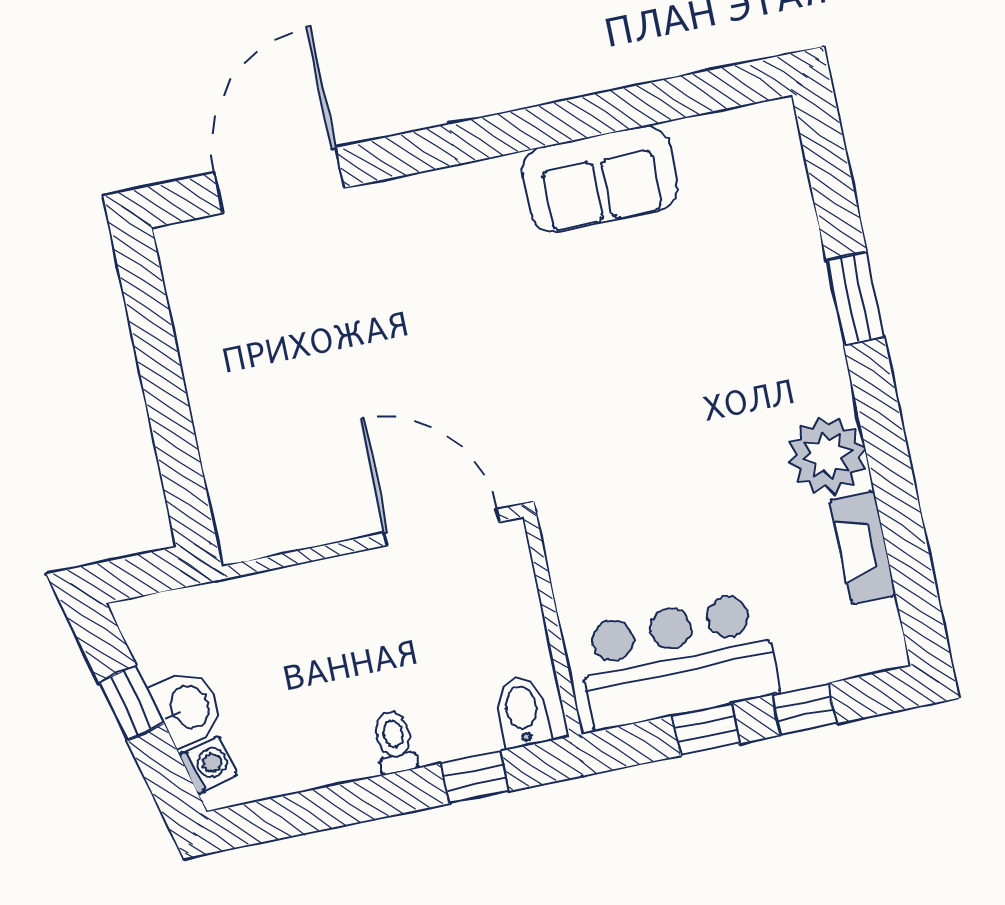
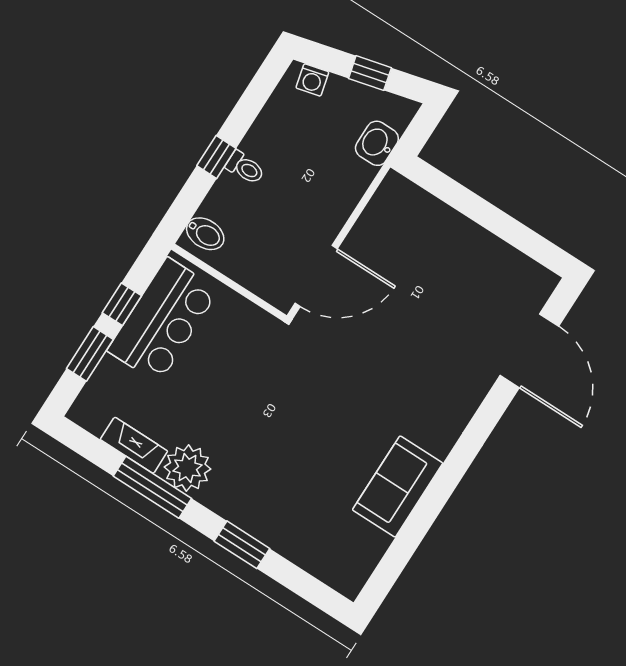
window: (892, 475) -> (152, 487), added
washbasin: (188, 708) -> (377, 143), moved, turned 104
window: (804, 709) -> (90, 354), width x1.50
window: (475, 777) -> (216, 157), moved

